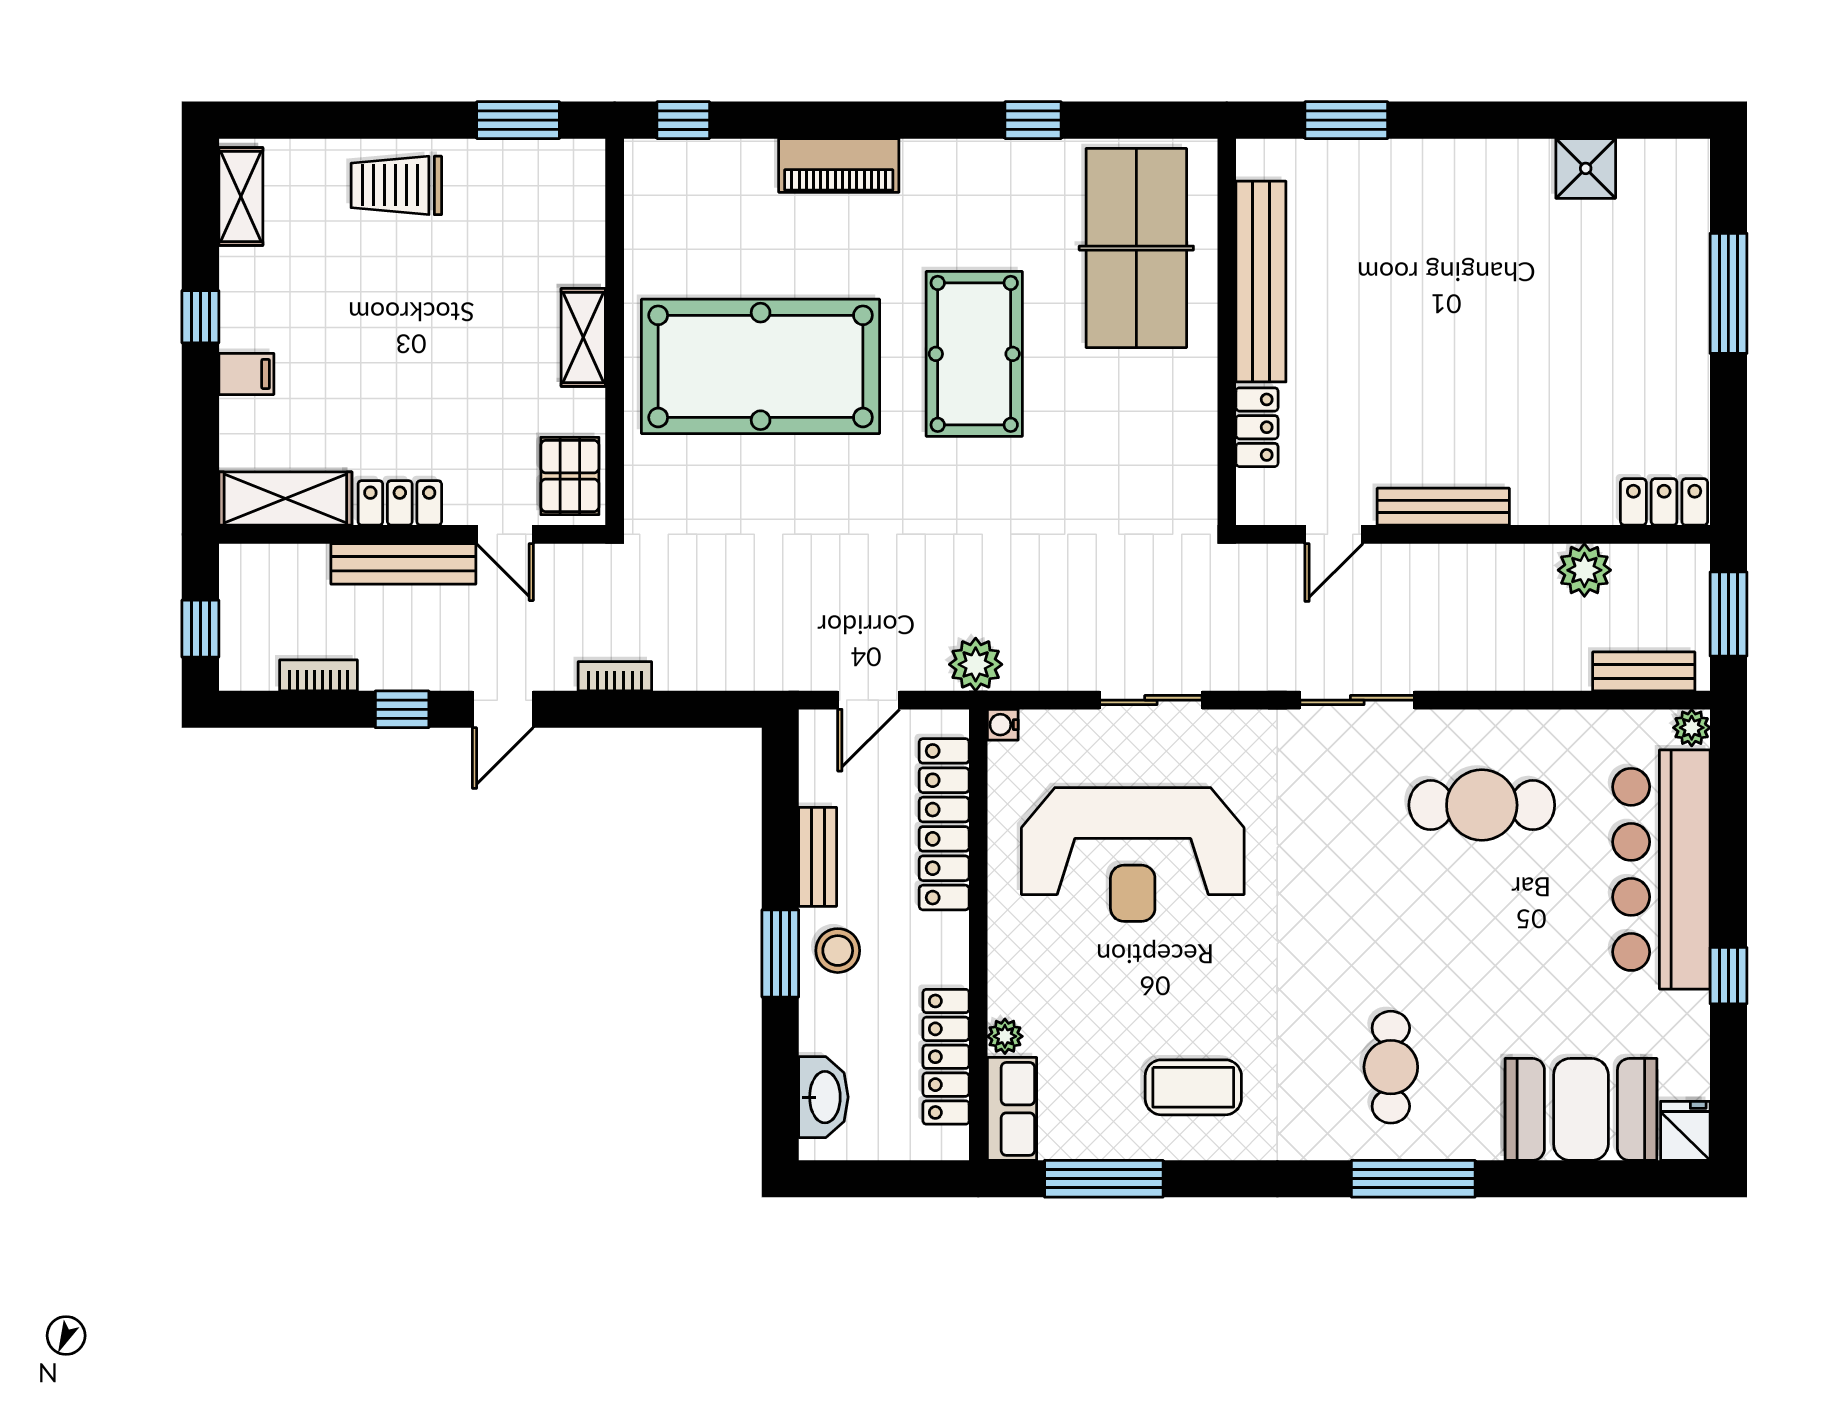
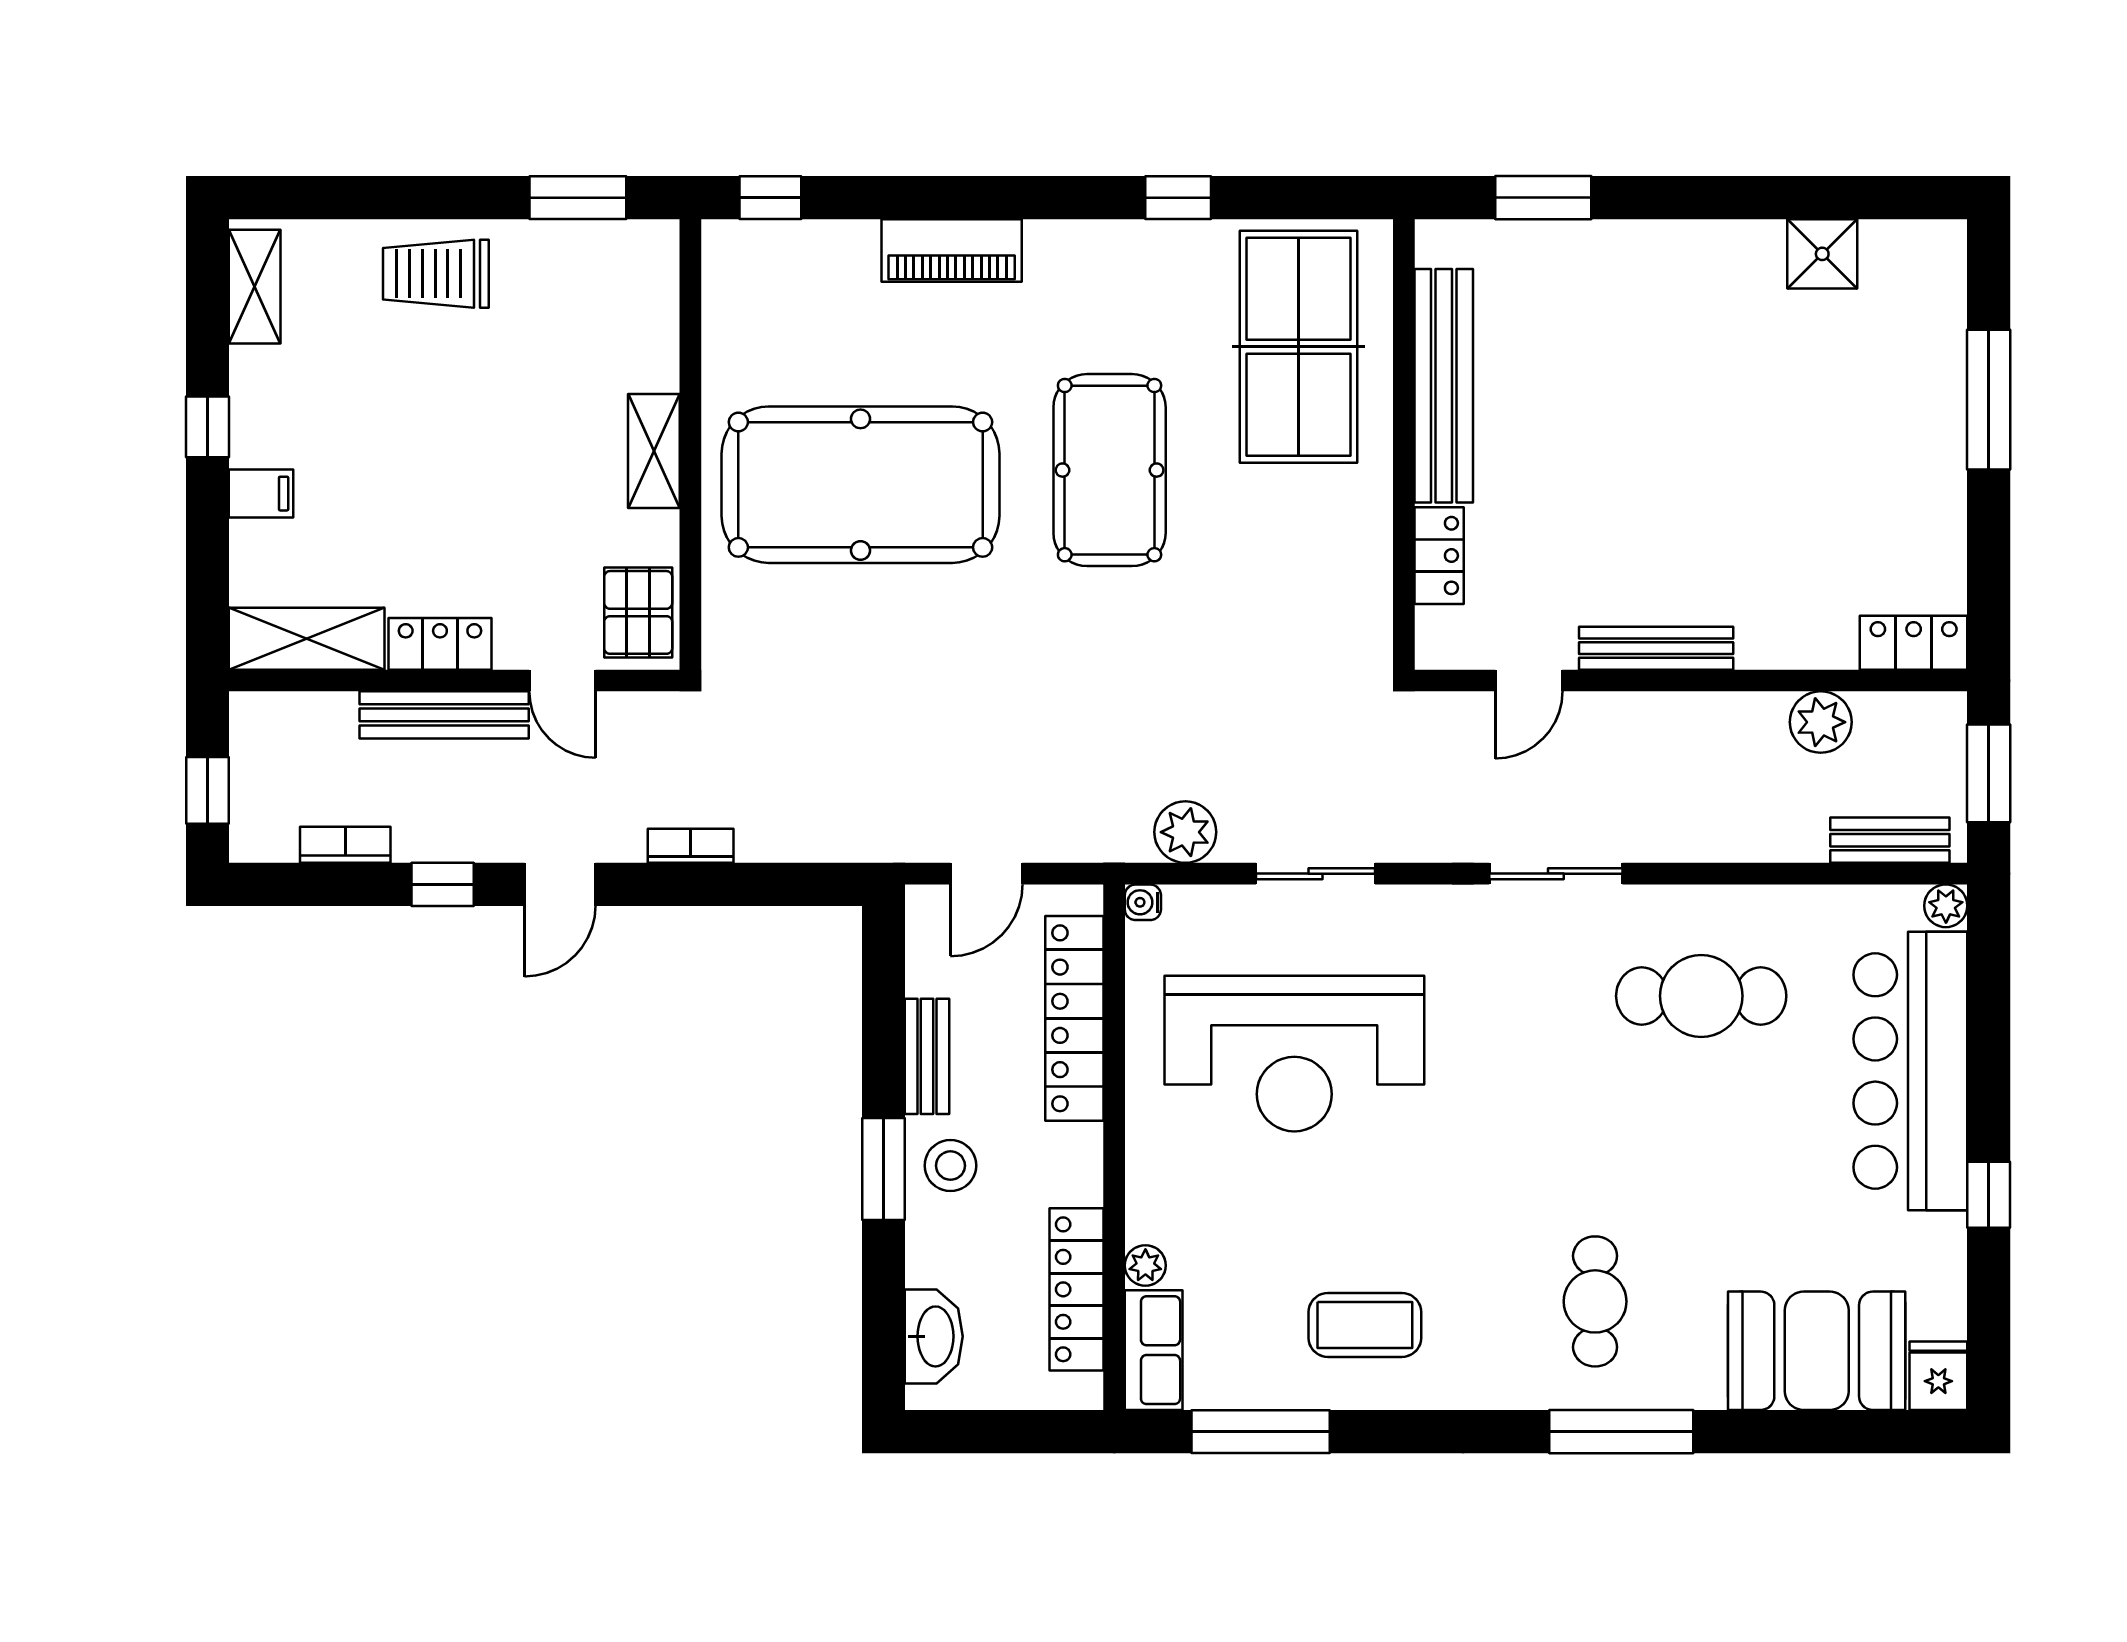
plant: (976, 664) -> (1185, 832), moved

